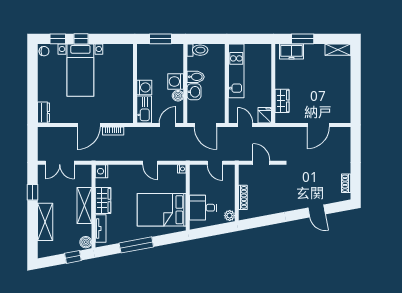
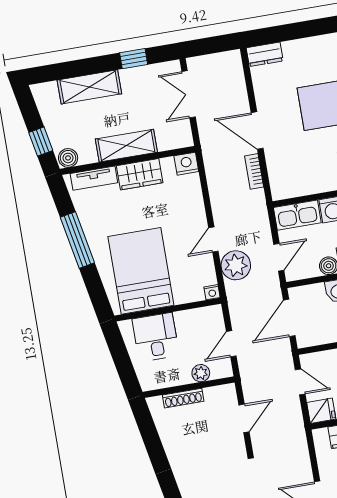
door: (168, 125) -> (279, 257), hinge flipped
door: (245, 125) -> (300, 382), hinge flipped
plant: (168, 152) -> (236, 265), added
plant: (230, 216) -> (201, 373), moved

